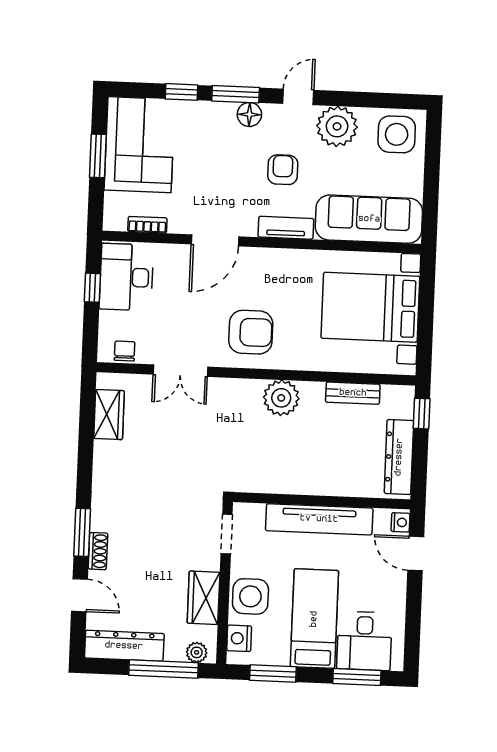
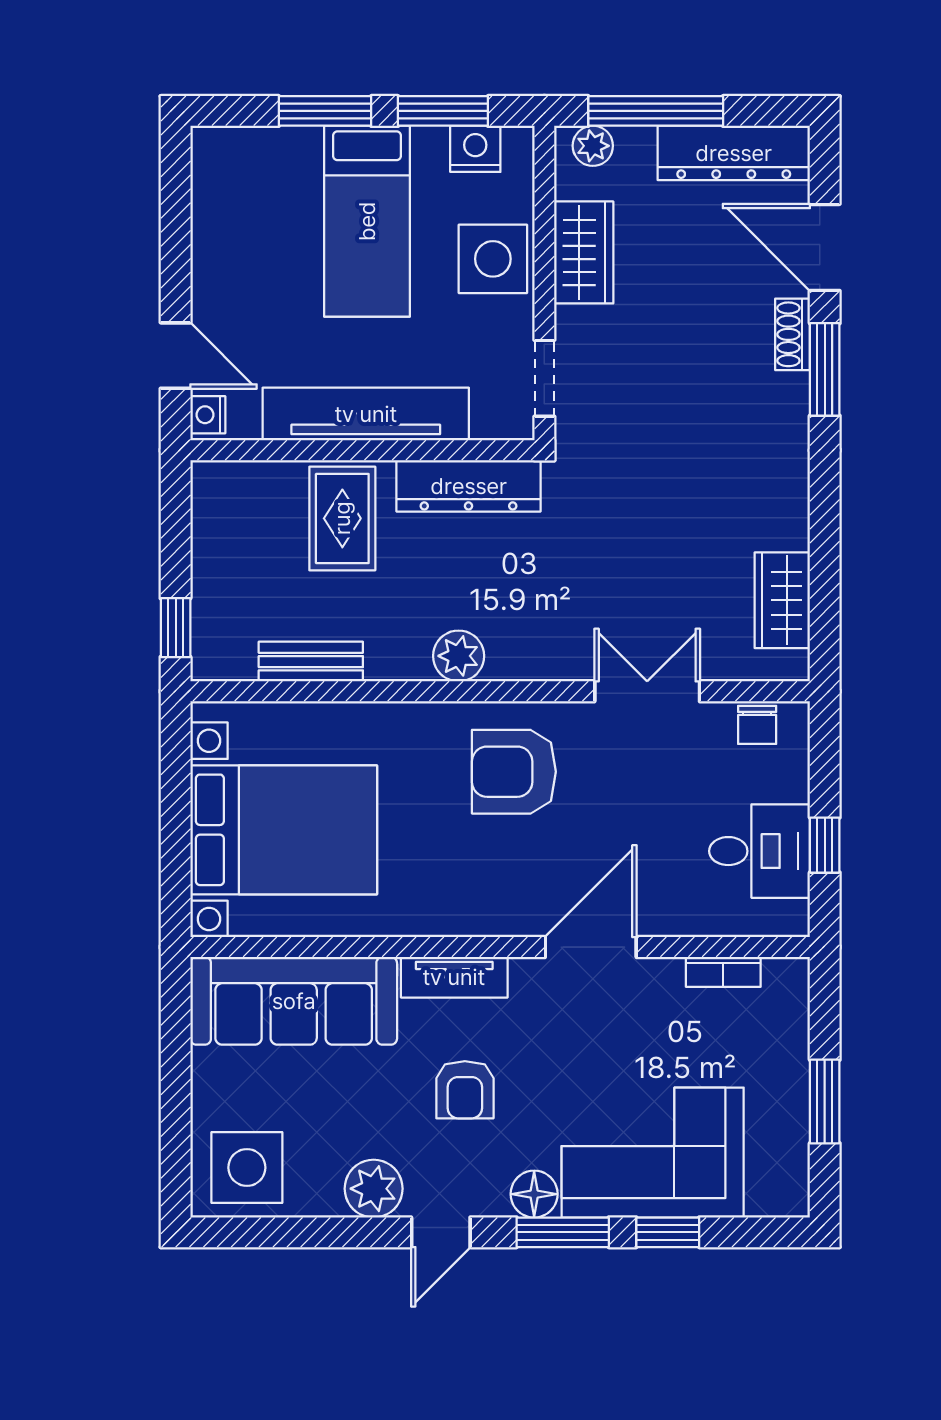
plant: (337, 126) -> (374, 1189), width x0.73, depth x0.73
corner sofa: (139, 145) -> (653, 1153), moved, turned 90
desk: (126, 277) -> (760, 851), width x0.73
plant: (281, 398) -> (459, 656), width x0.73, depth x0.73
dresser: (399, 457) -> (469, 486), moved, turned 90
rug: (333, 466) -> (342, 518), added
door: (80, 595) -> (825, 247), width x1.38
nightstand: (239, 638) -> (475, 149), moved, turned -90
desk: (364, 641) -> (268, 182), removed
window: (357, 677) -> (325, 111), moved

